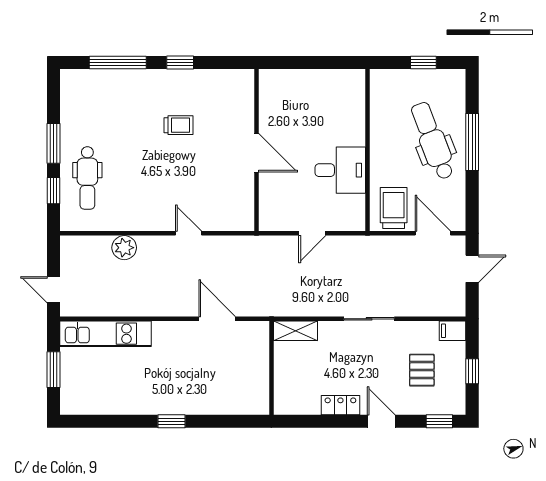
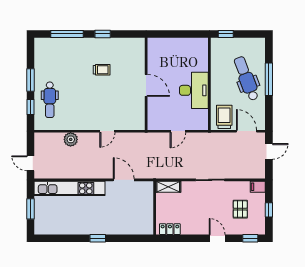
window: (423, 62) -> (226, 34), moved
desk: (340, 170) -> (194, 90), width x1.37
door: (188, 233) -> (107, 131), swing flipped
kitchen unit: (106, 334) -> (70, 188), width x1.36
locker: (340, 405) -> (170, 229), moved

